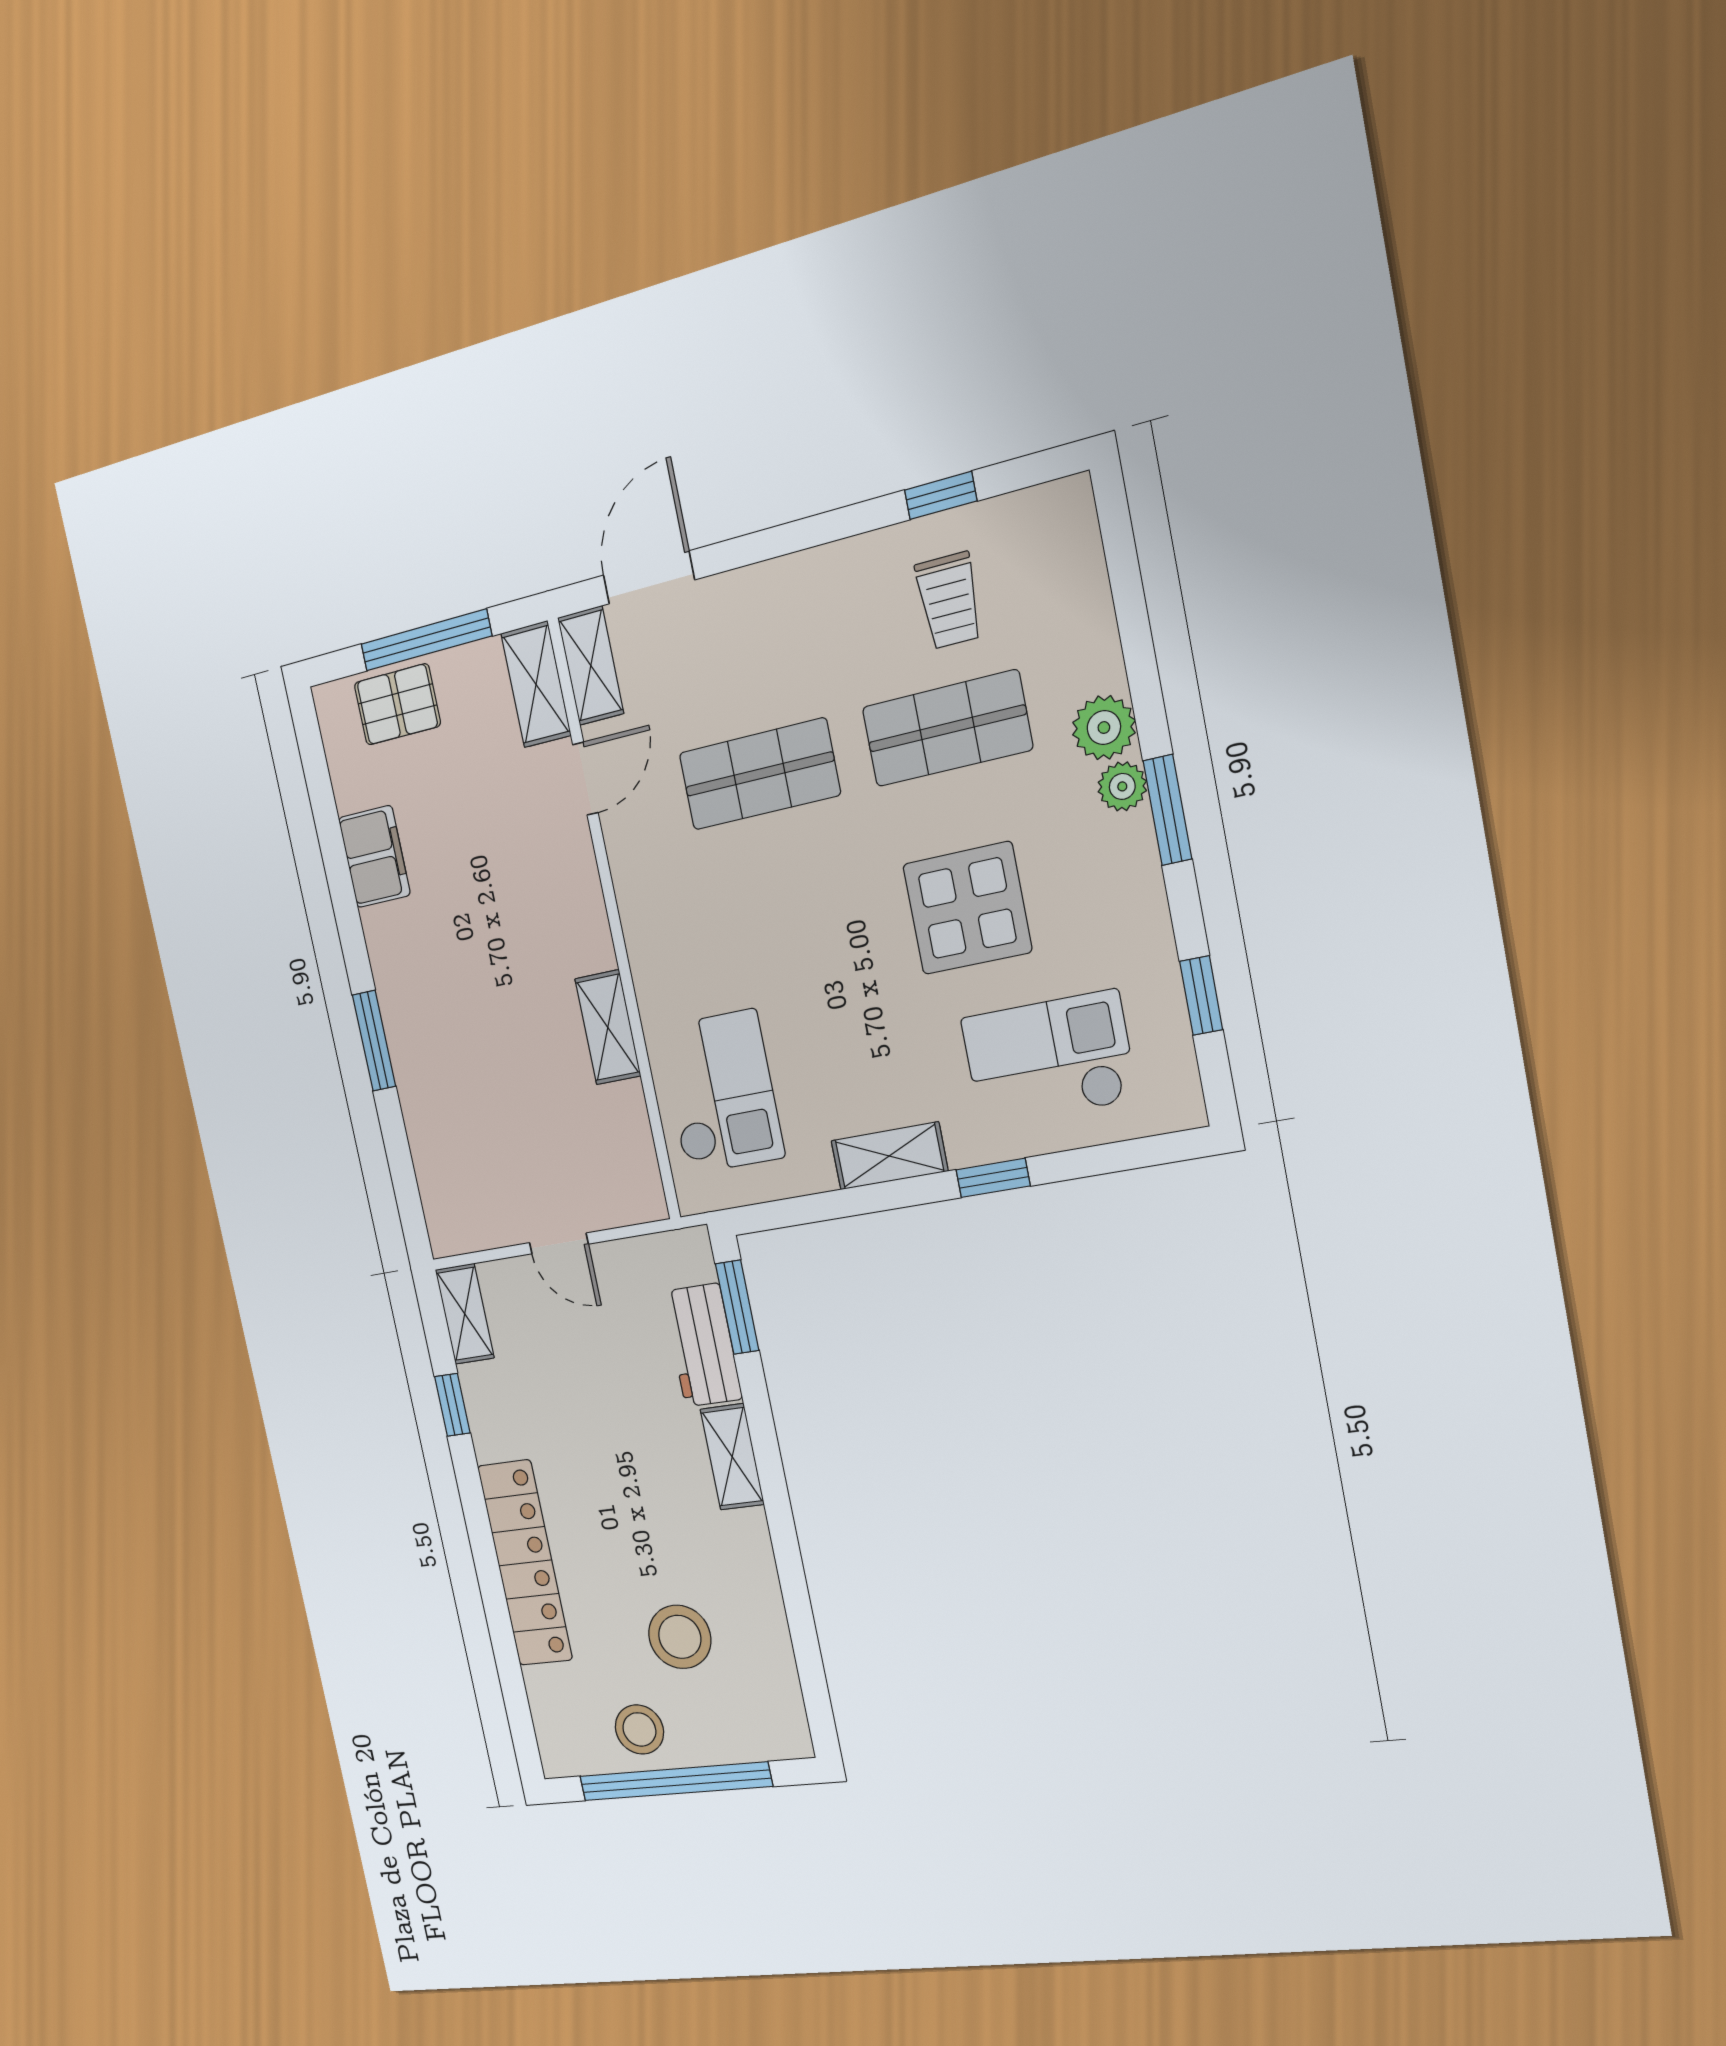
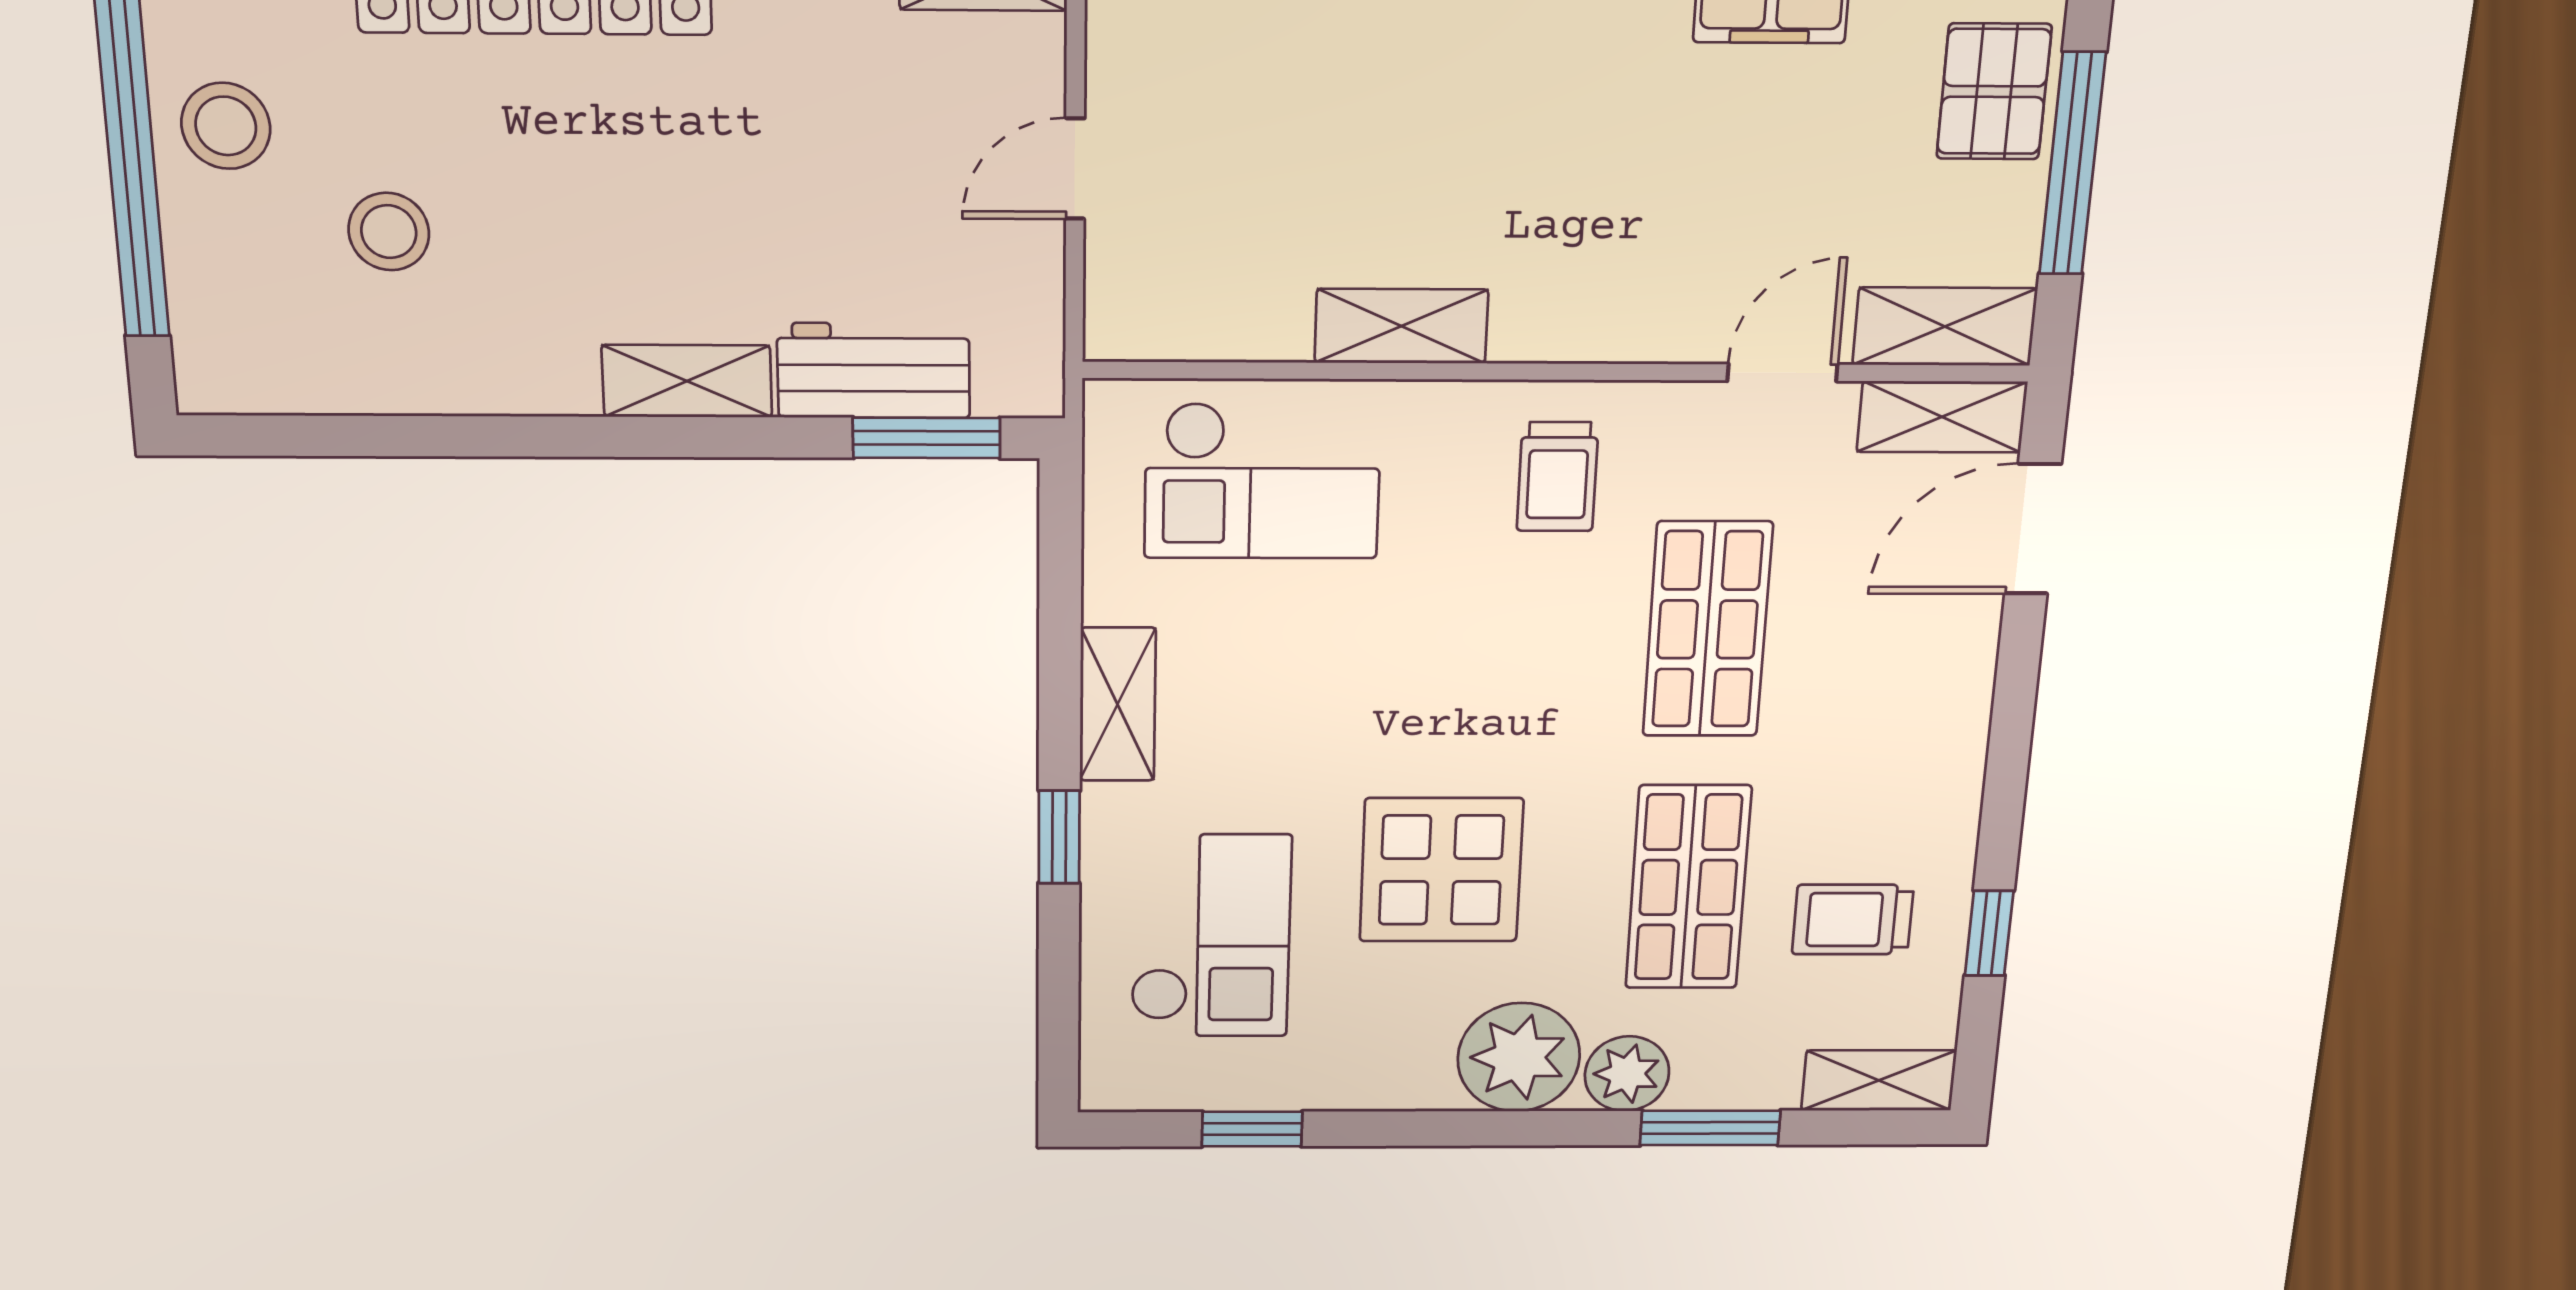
shelving: (1075, 534) -> (1879, 1080), added
door: (649, 577) -> (2033, 529), swing flipped
door: (585, 779) -> (1782, 373), swing flipped
plant: (1122, 786) -> (1519, 1057), width x1.88, depth x1.88
window: (1167, 810) -> (1710, 1128), moved
trolley: (680, 904) -> (1557, 477), added
stool: (680, 1637) -> (389, 232), width x0.73, depth x0.73

